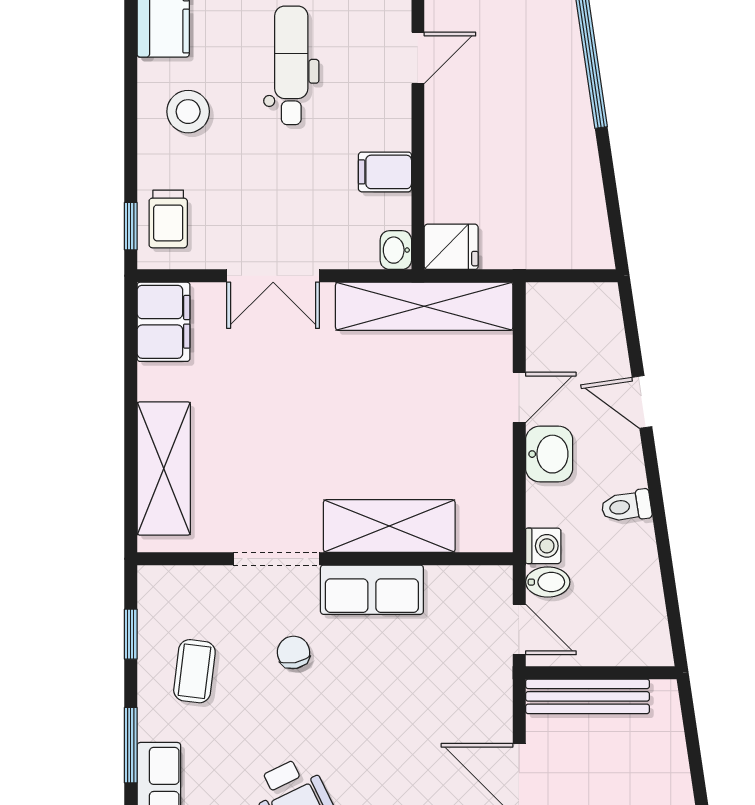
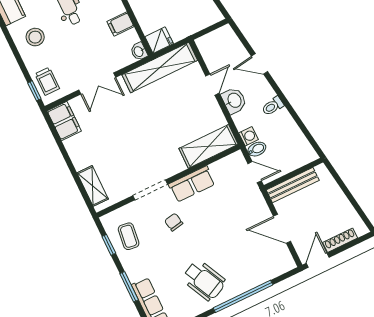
shelving: (164, 469) -> (93, 186), width x0.67, depth x0.75
shelving: (389, 526) -> (209, 146), moved
coffee table: (194, 671) -> (129, 236), moved

